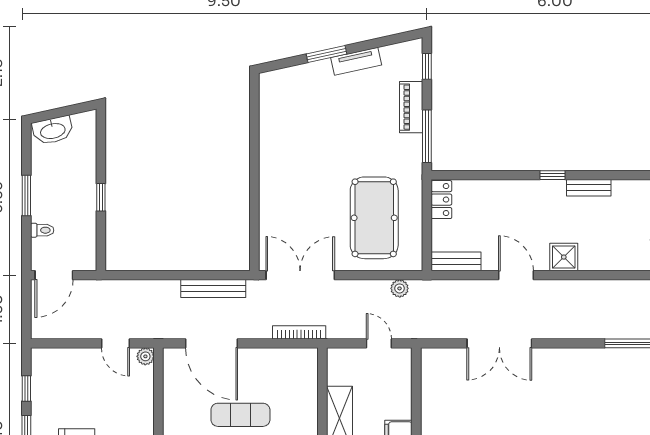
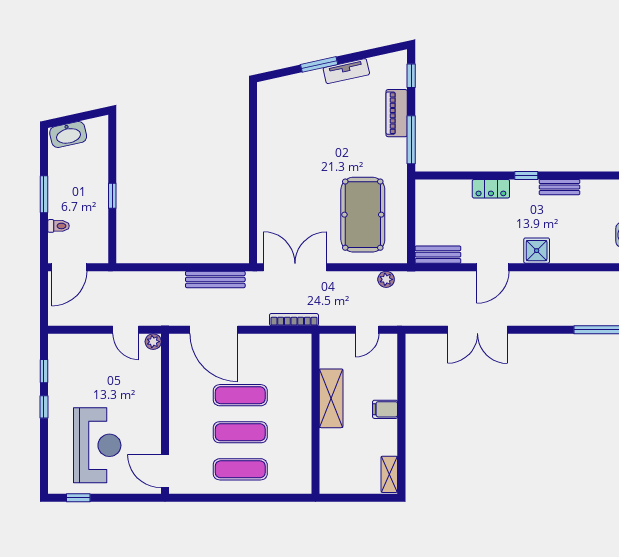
locker: (441, 200) -> (491, 189), moved, turned 90
door: (516, 275) -> (493, 267), swing flipped
door: (379, 343) -> (367, 330), swing flipped

